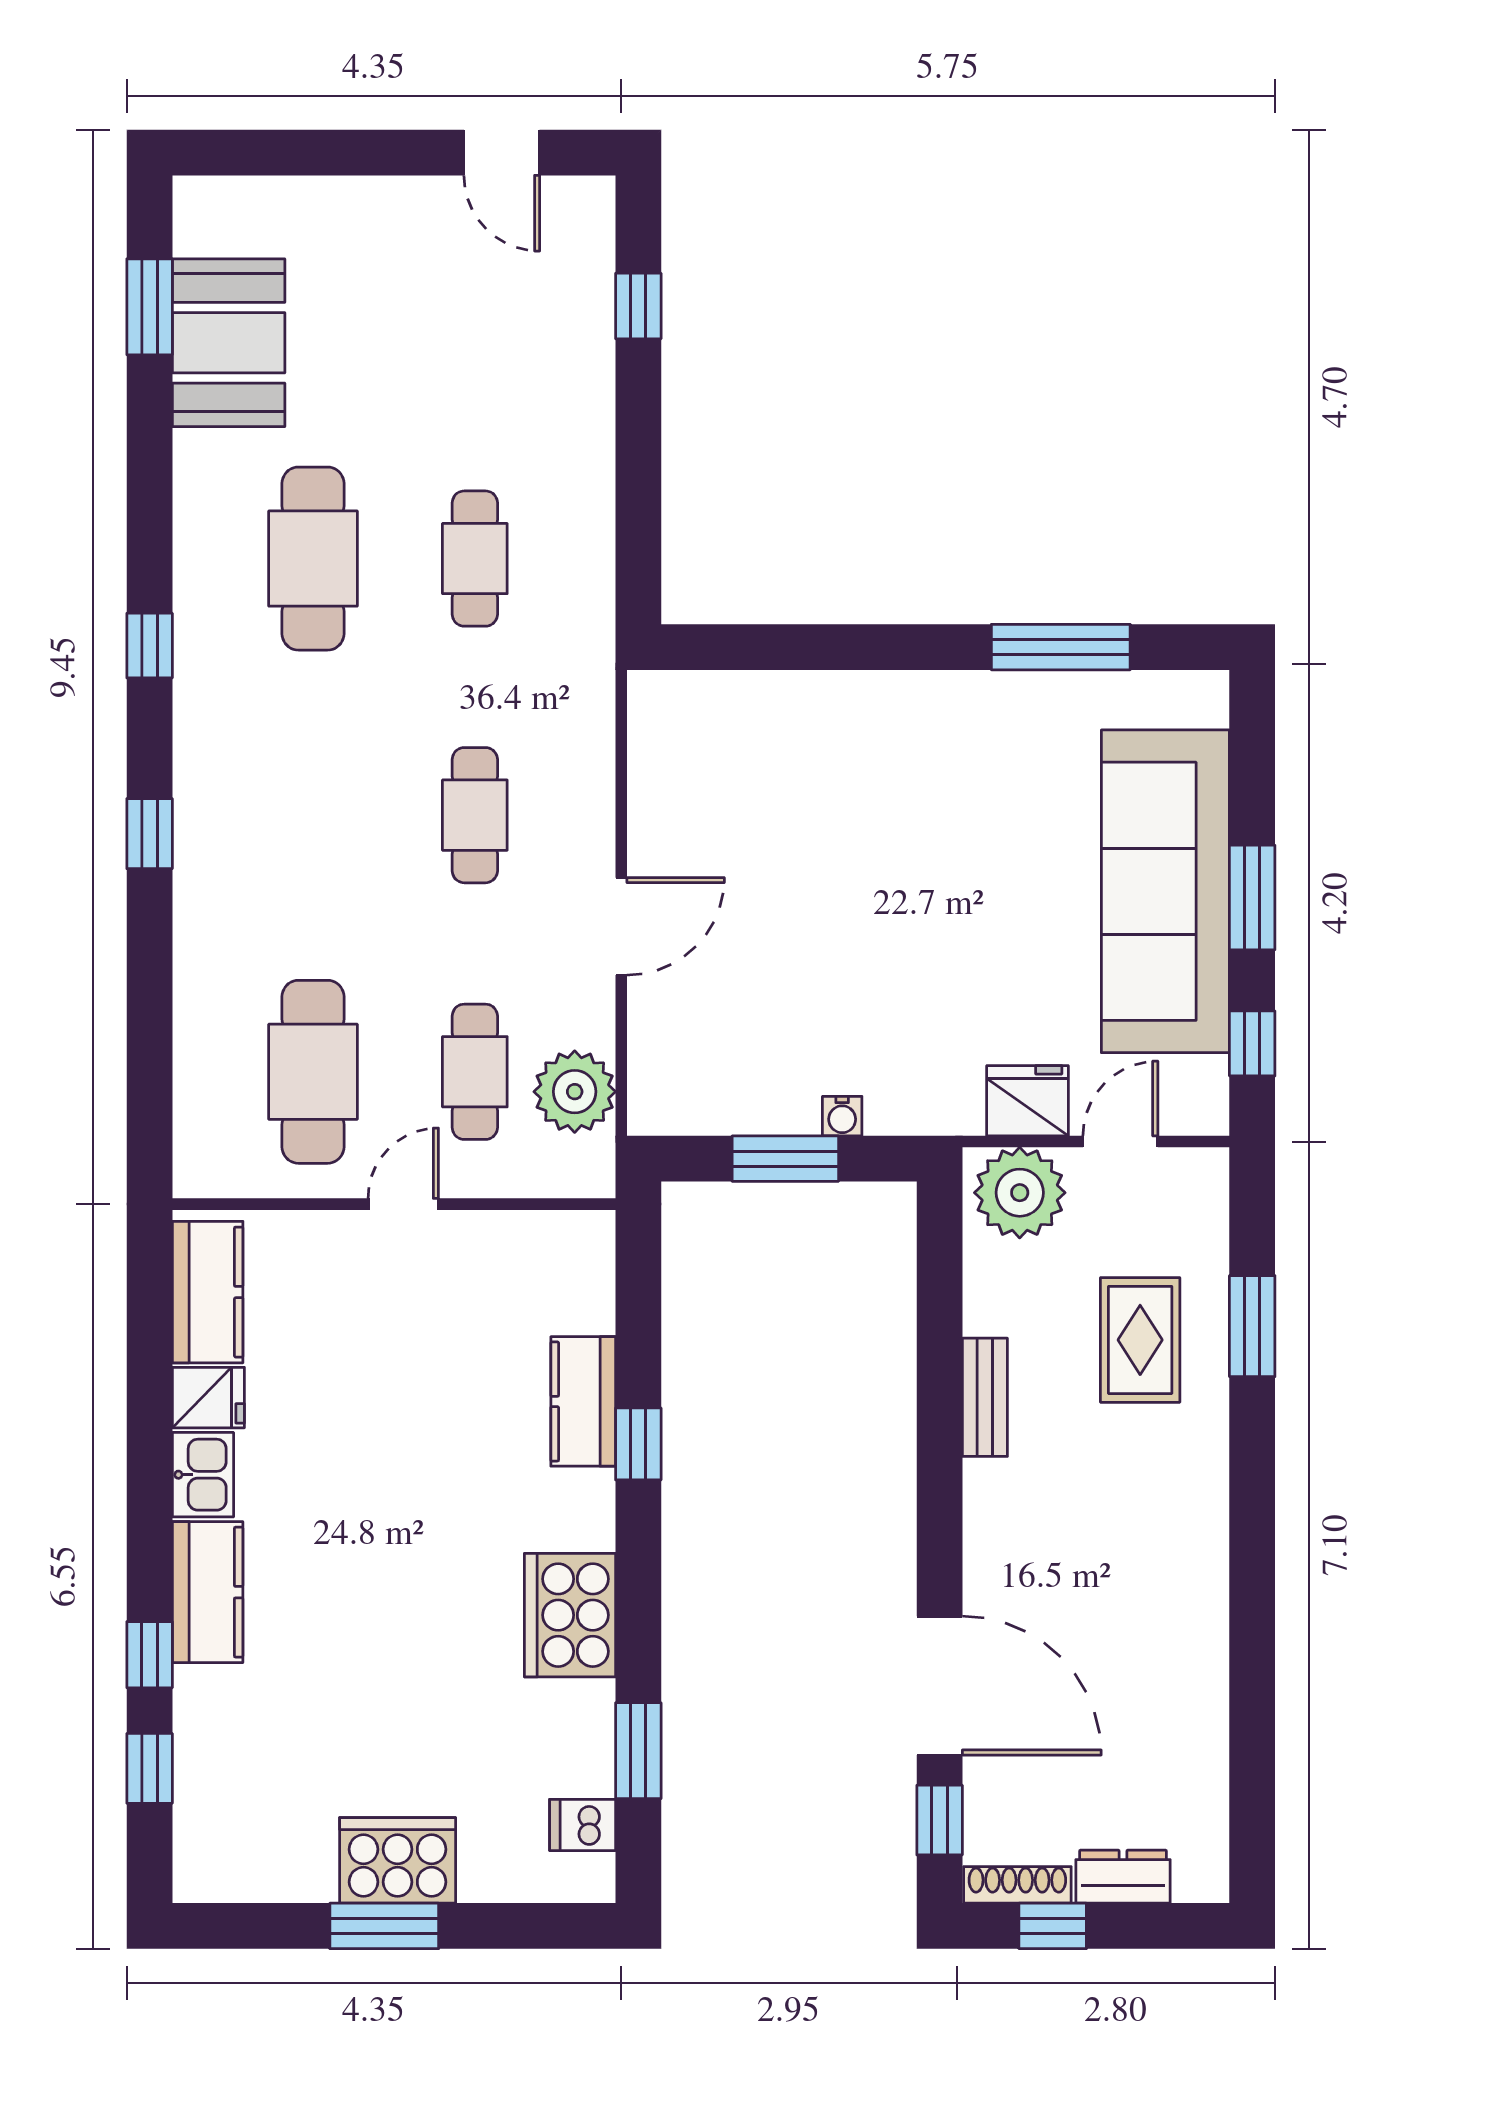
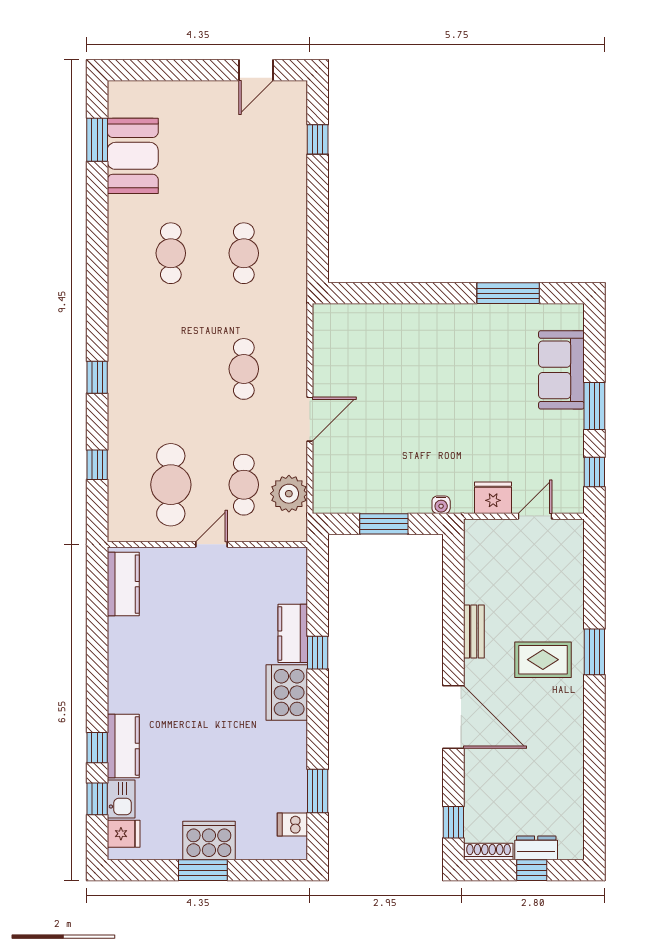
door: (502, 153) -> (256, 70), hinge flipped
cafe table: (313, 559) -> (171, 253), width x0.73, depth x0.74
window: (150, 646) -> (97, 465), moved
sofa: (1165, 891) -> (561, 370), width x0.54, depth x0.79
water cooler: (842, 1116) -> (441, 505), moved
plant: (1020, 1193) -> (490, 539), removed
window: (1252, 1326) -> (594, 652), moved
rug: (1140, 1340) -> (543, 660), moved, turned 90
fridge: (208, 1398) -> (124, 834), moved
kitchen sink: (203, 1475) -> (121, 799), moved
kitchen counter: (208, 1592) -> (123, 746), moved
cooker: (570, 1615) -> (287, 693), moved
door: (940, 1686) -> (453, 717), moved
window: (1053, 1926) -> (532, 870), moved

